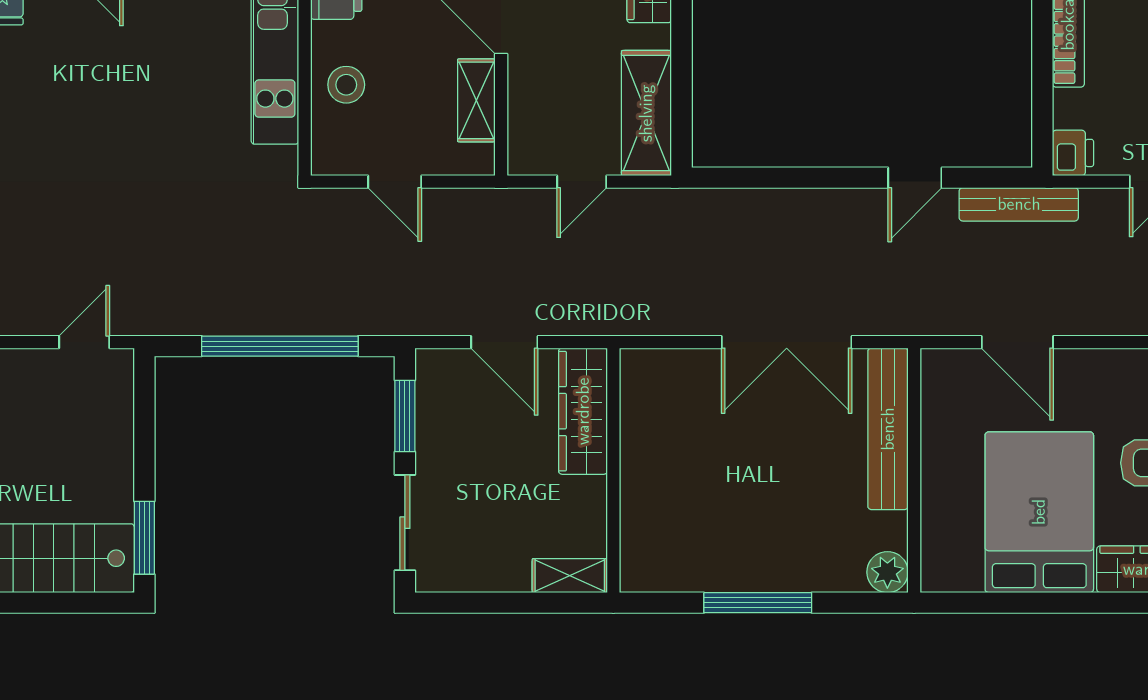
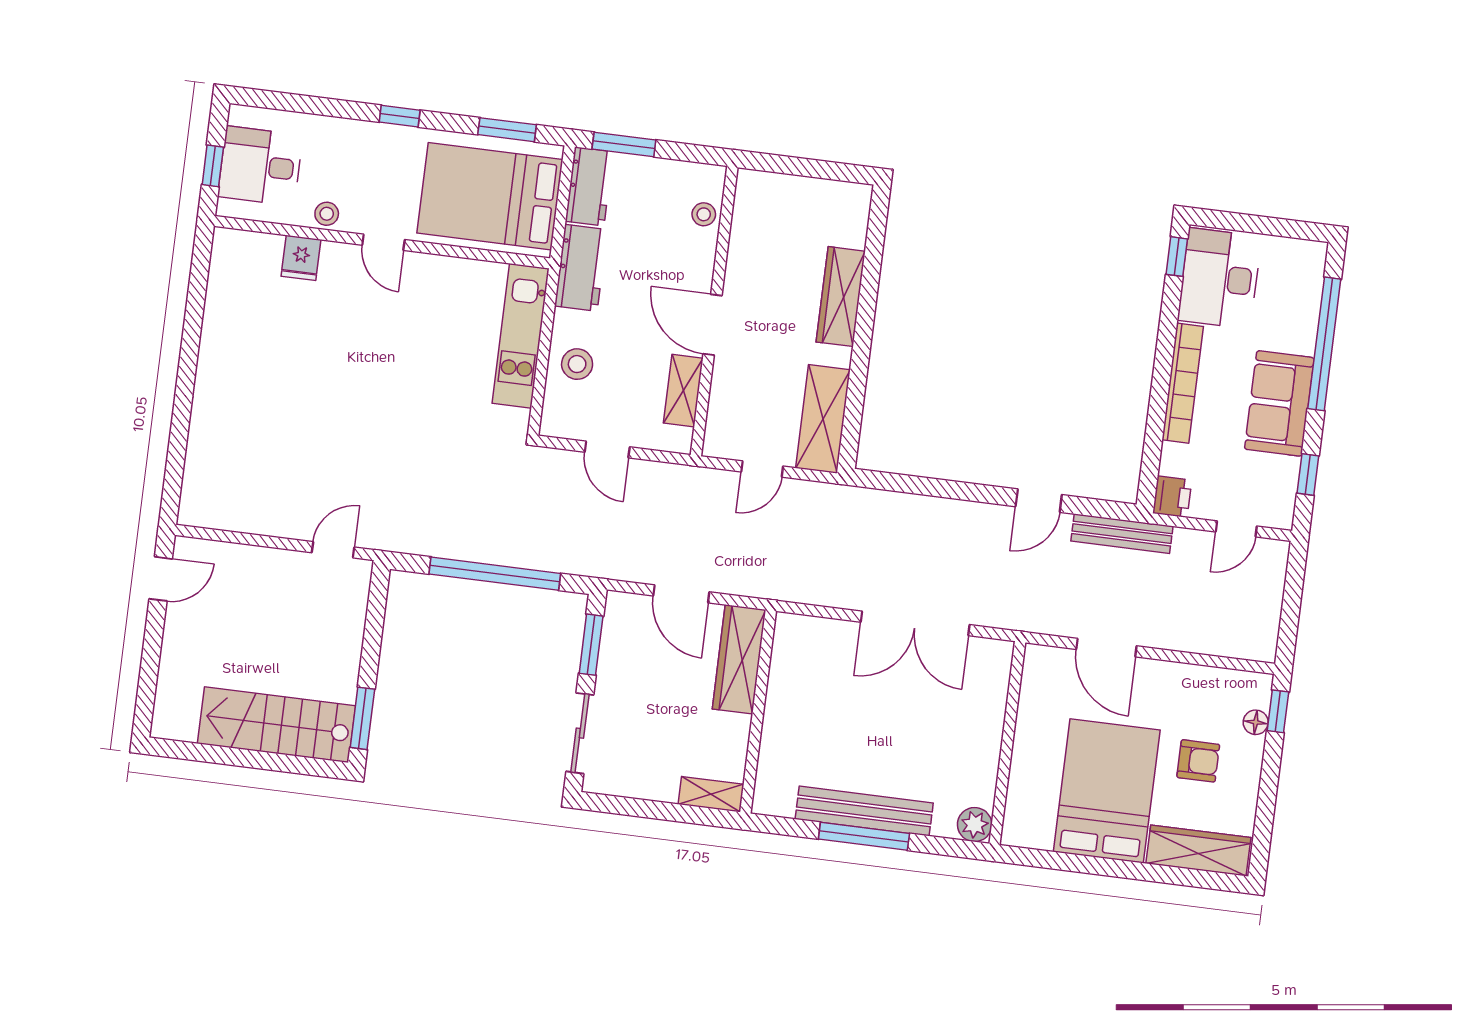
bench: (888, 429) -> (864, 811), moved, turned 90

